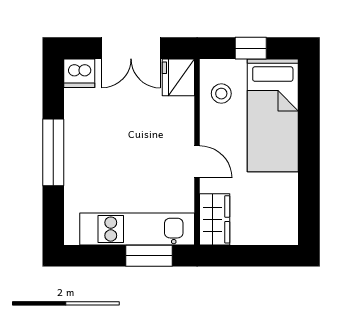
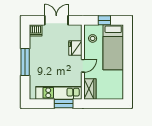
double door: (131, 48) -> (56, 20), swing flipped
fridge: (178, 77) -> (75, 48), moved
door: (197, 162) -> (83, 66), hinge flipped

